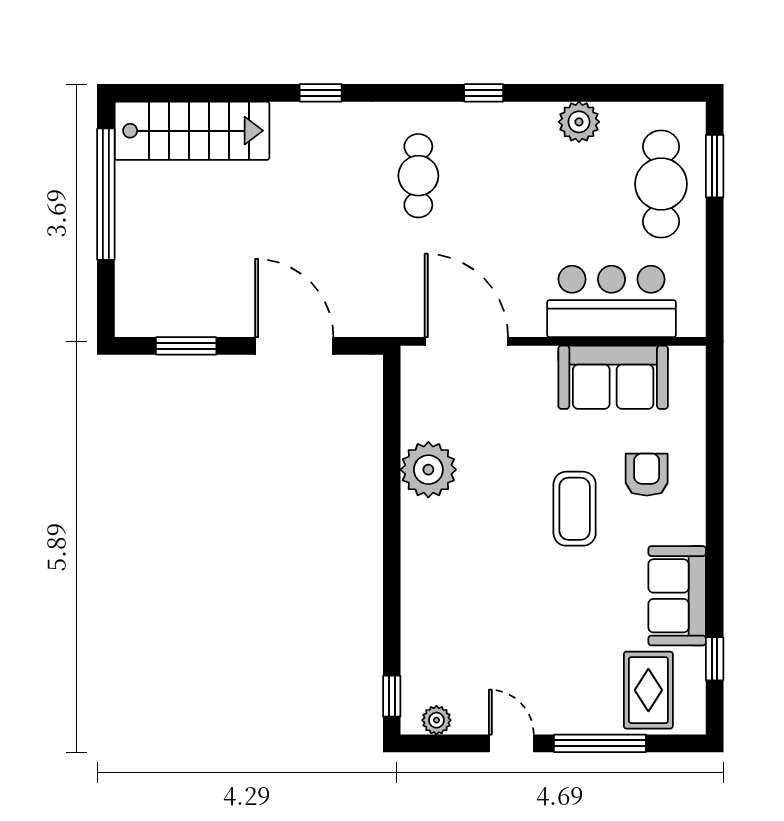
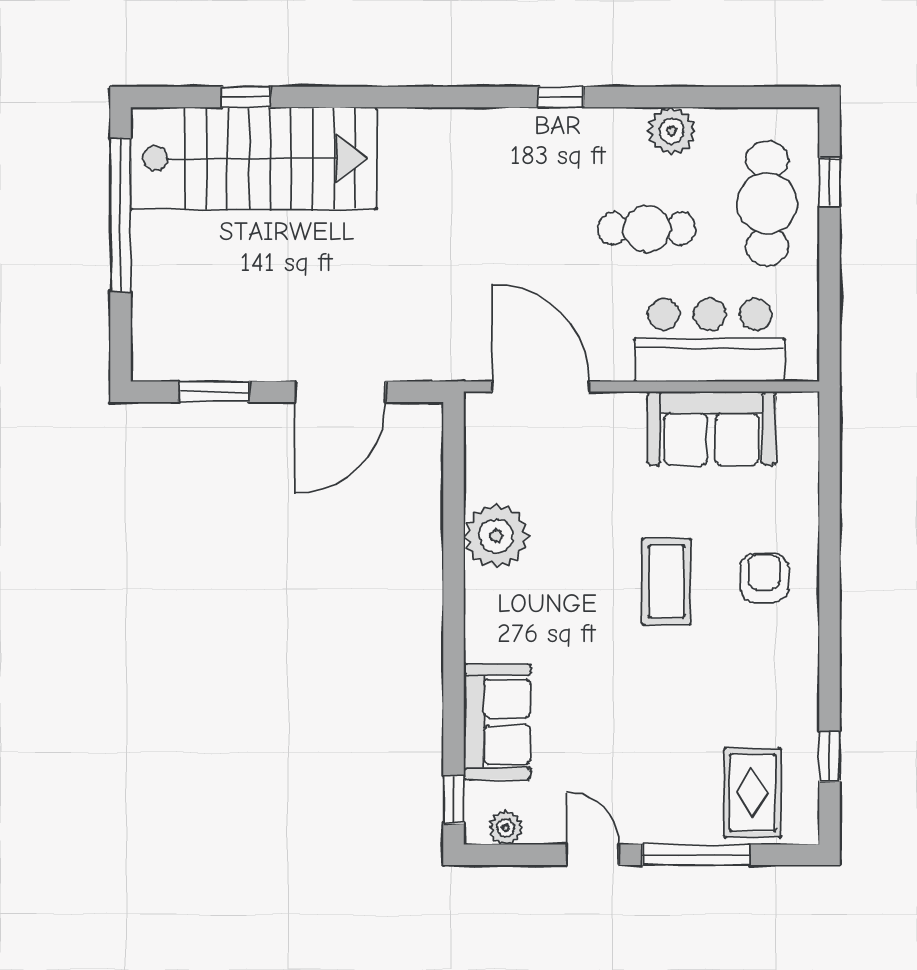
window: (321, 93) -> (246, 97), moved
stairs: (192, 131) -> (254, 158), width x1.36, depth x1.51
window: (715, 166) -> (830, 182), width x0.67
cafe table: (418, 176) -> (647, 229), moved, turned 90
door: (294, 346) -> (340, 392), swing flipped
armchair: (647, 475) -> (764, 578), moved
sofa: (677, 596) -> (497, 722), moved, turned 180

